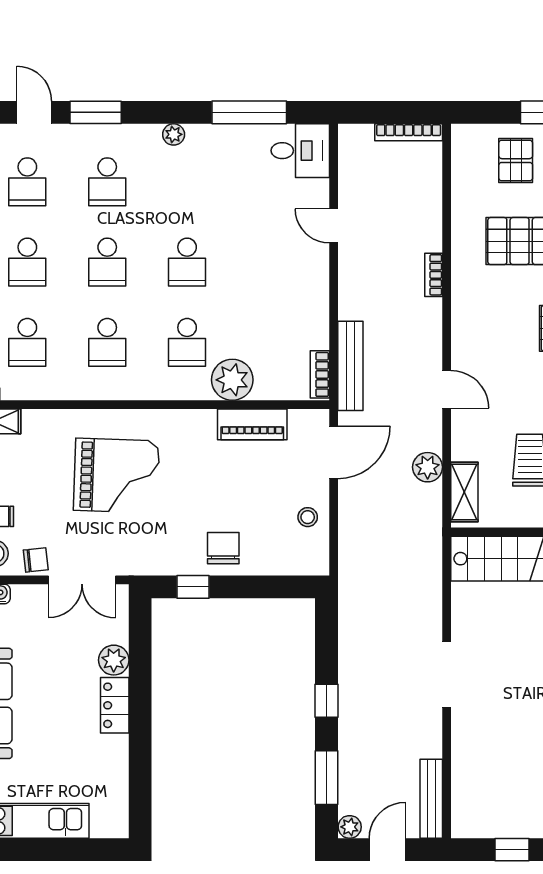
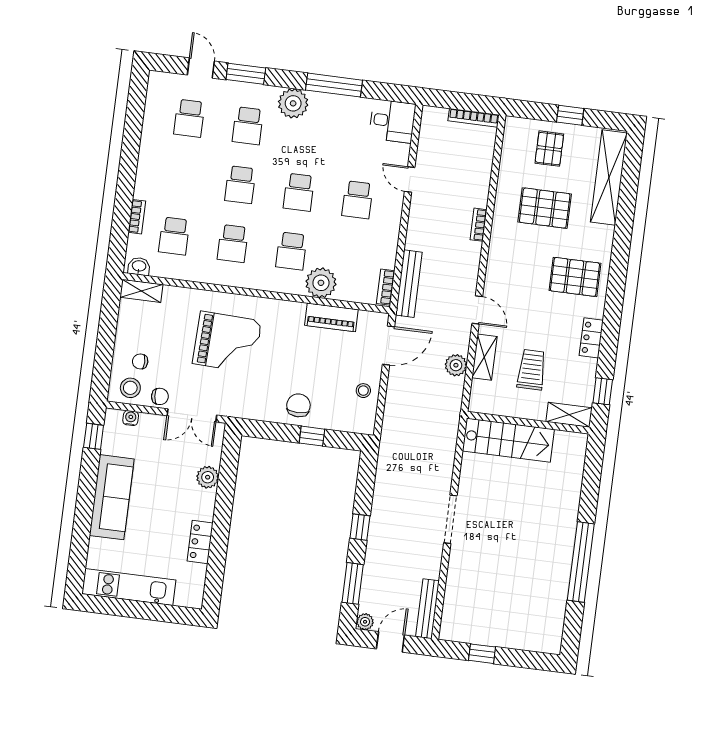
window: (249, 112) -> (334, 85), moved
plant: (174, 134) -> (293, 103), width x1.88, depth x1.88
school desk: (27, 262) -> (357, 200), moved
shelving: (464, 492) -> (484, 357), moved
window: (193, 587) -> (312, 436), moved
locker: (115, 705) -> (200, 542), moved

